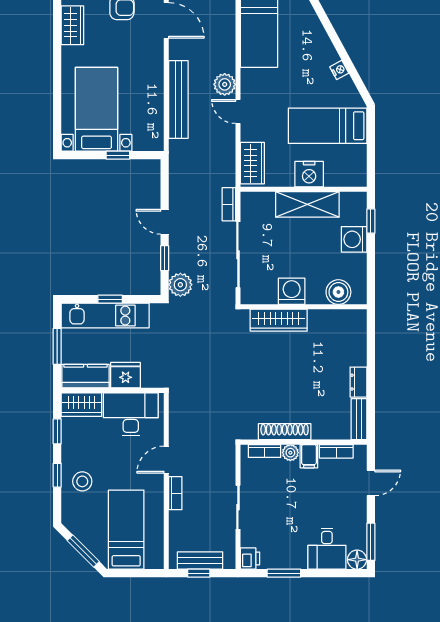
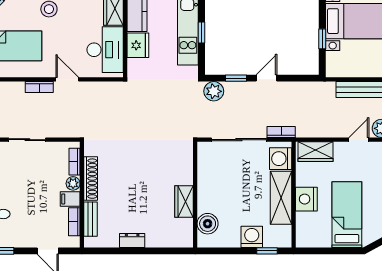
washing machine: (292, 291) -> (281, 159), moved, turned 180
wardrobe: (279, 320) -> (184, 201), moved, width x0.67
bench: (359, 419) -> (90, 219), moved, turned 90

